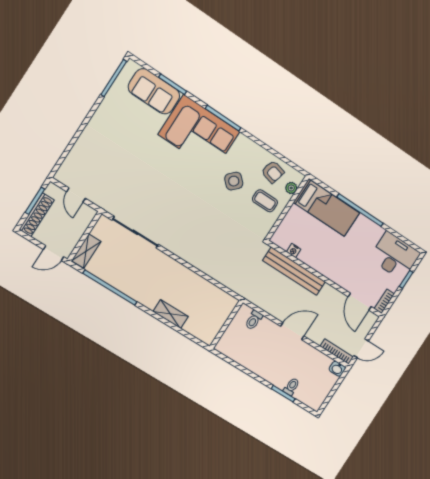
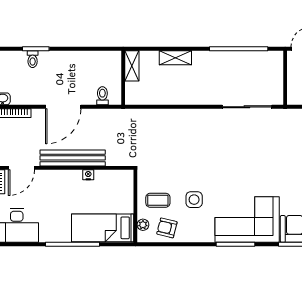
side table: (234, 181) -> (194, 200), turned 45
shelving: (86, 251) -> (132, 66), moved
nightstand: (294, 251) -> (88, 175), moved
bench: (294, 271) -> (73, 158), moved
door: (360, 302) -> (21, 168), swing flipped
door: (292, 331) -> (63, 107), width x1.36

